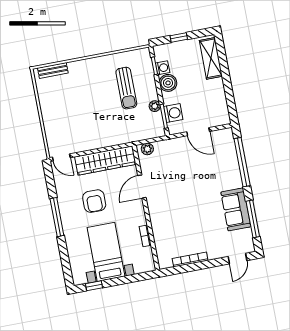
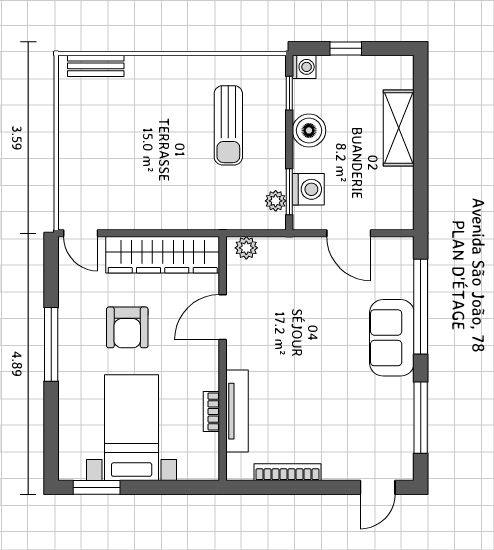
shelving: (211, 58) -> (399, 128), moved
washing machine: (163, 68) -> (304, 67), moved
plant: (155, 106) -> (276, 201), moved
sofa: (236, 209) -> (392, 338), moved
tv unit: (158, 233) -> (237, 411), added
window: (94, 286) -> (97, 487), width x1.50

